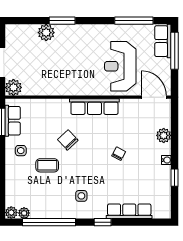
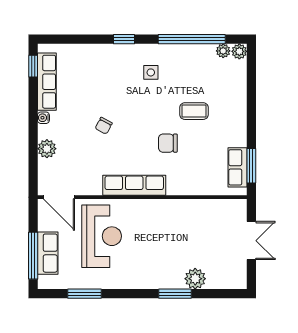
window: (134, 21) -> (85, 294), width x0.69
row of seats: (163, 41) -> (48, 253), moved
plant: (13, 87) -> (237, 209), removed
chair: (68, 140) -> (168, 143), turned 133
side table: (21, 151) -> (227, 130), removed
window: (175, 178) -> (33, 66), moved
row of seats: (129, 211) -> (47, 82), moved, turned -90

